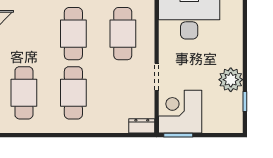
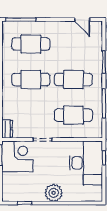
plant: (231, 80) -> (54, 193), moved

